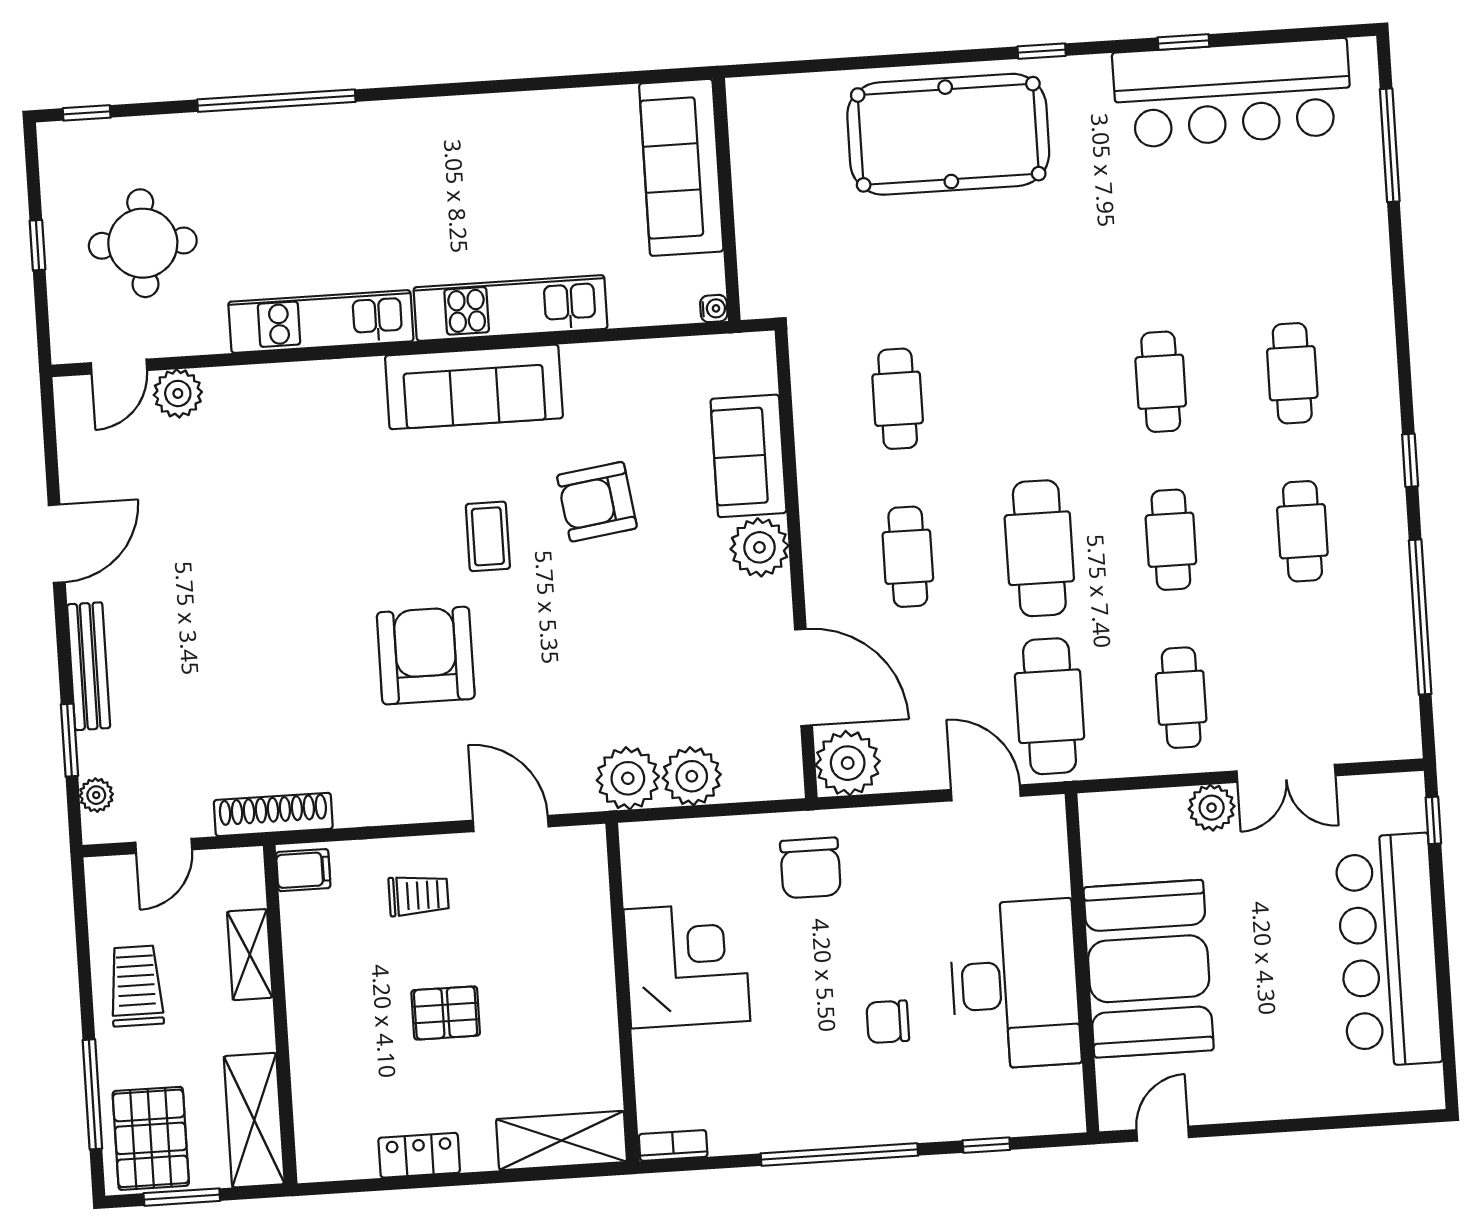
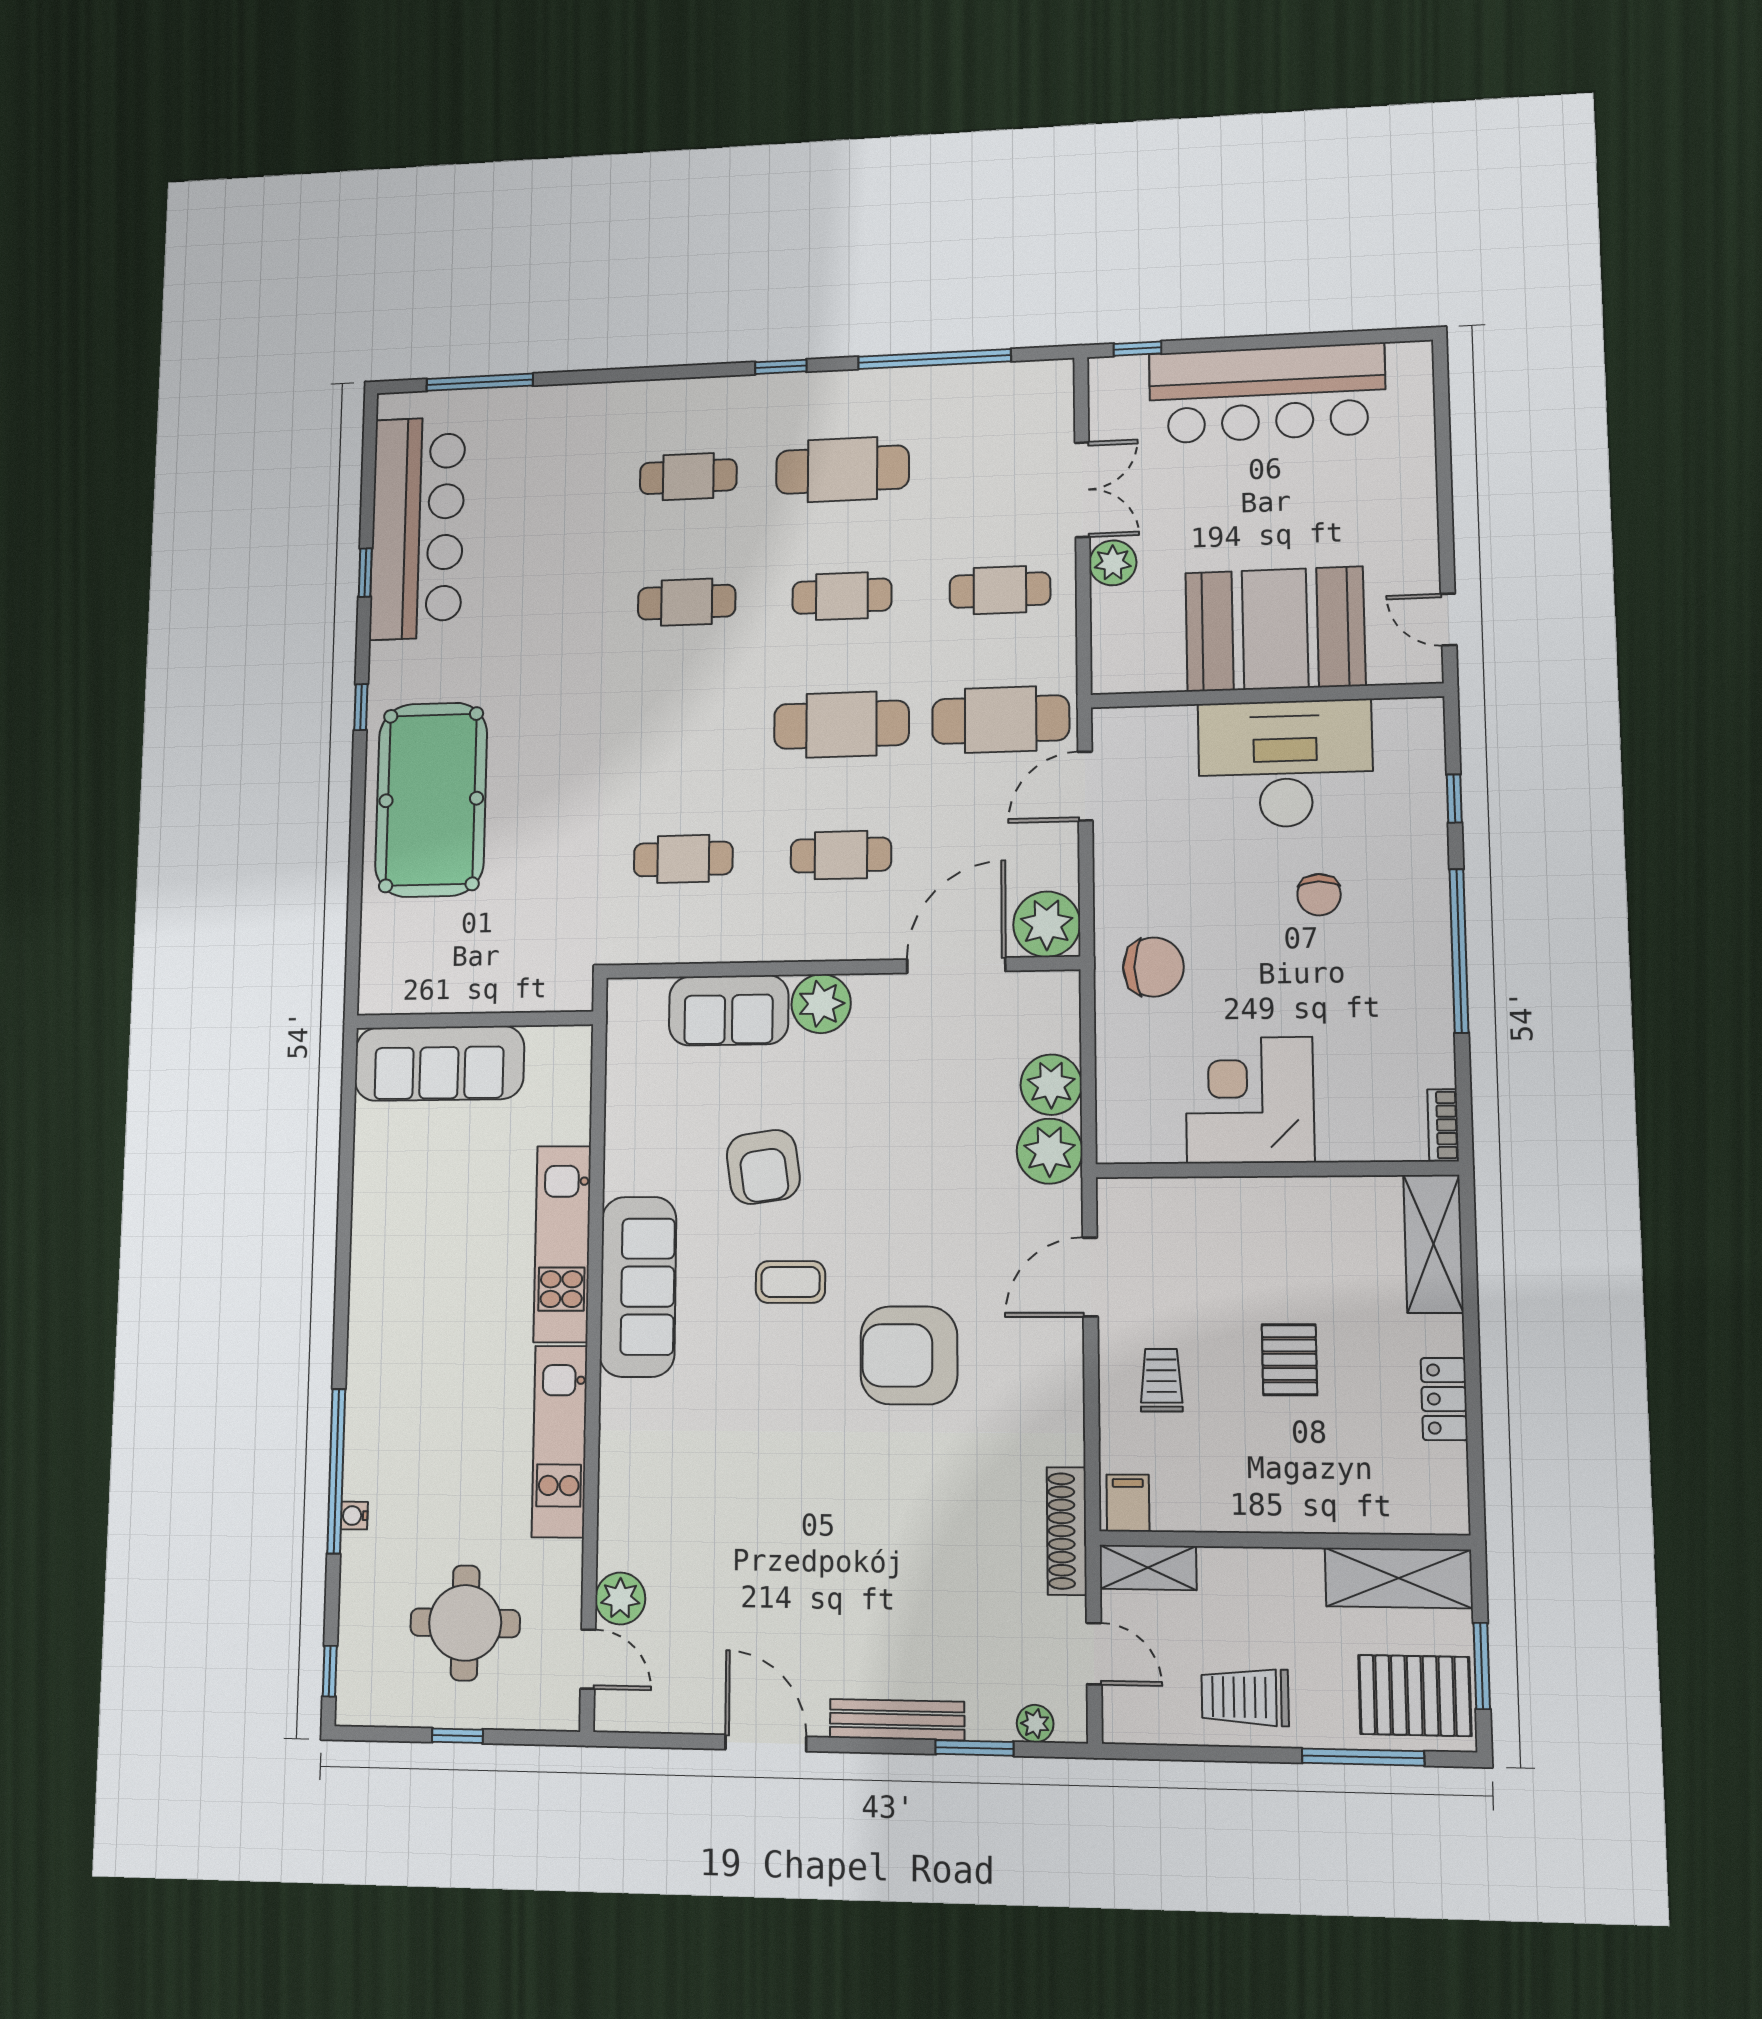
water cooler: (714, 309) -> (354, 1516), moved, turned -90
cafe table: (1302, 531) -> (842, 470), width x1.37, depth x1.35
shelving: (250, 955) -> (1148, 1568), moved

